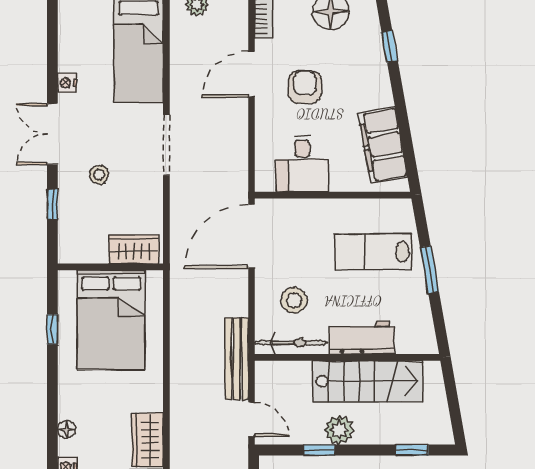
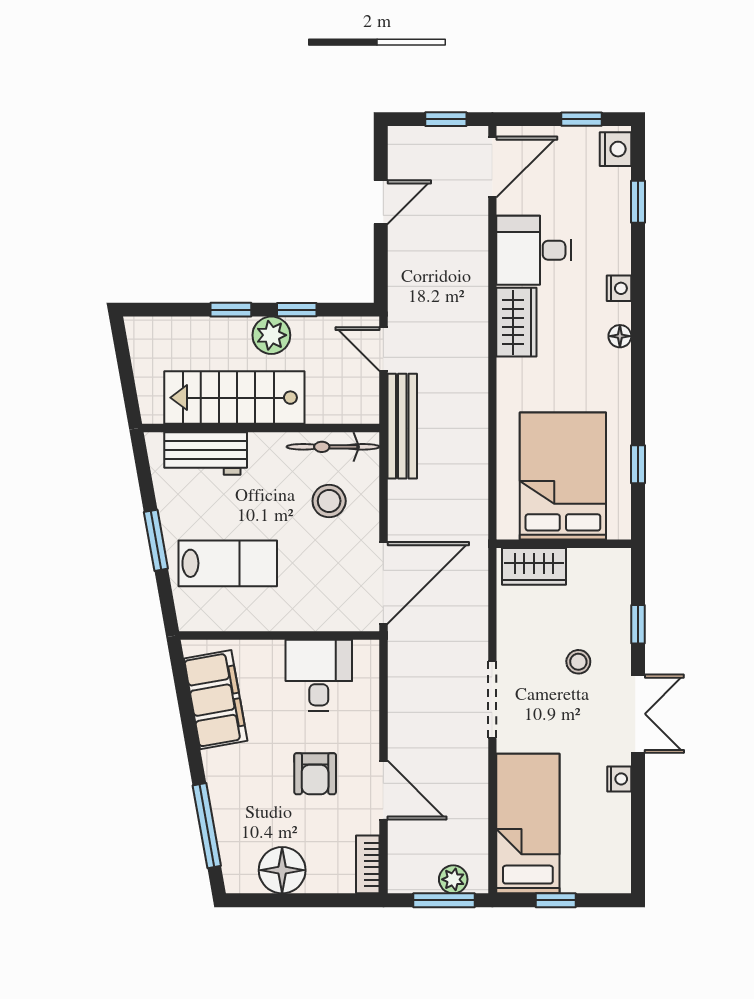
window: (390, 46) -> (207, 826), width x2.17
door: (251, 74) -> (383, 790), hinge flipped
workbench: (362, 338) -> (206, 453), moved
window: (412, 450) -> (231, 310), moved

